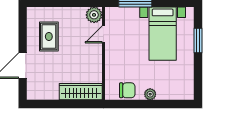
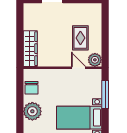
rug: (49, 37) -> (80, 38), moved, turned 90
plant: (150, 94) -> (32, 111), width x1.87, depth x1.87

